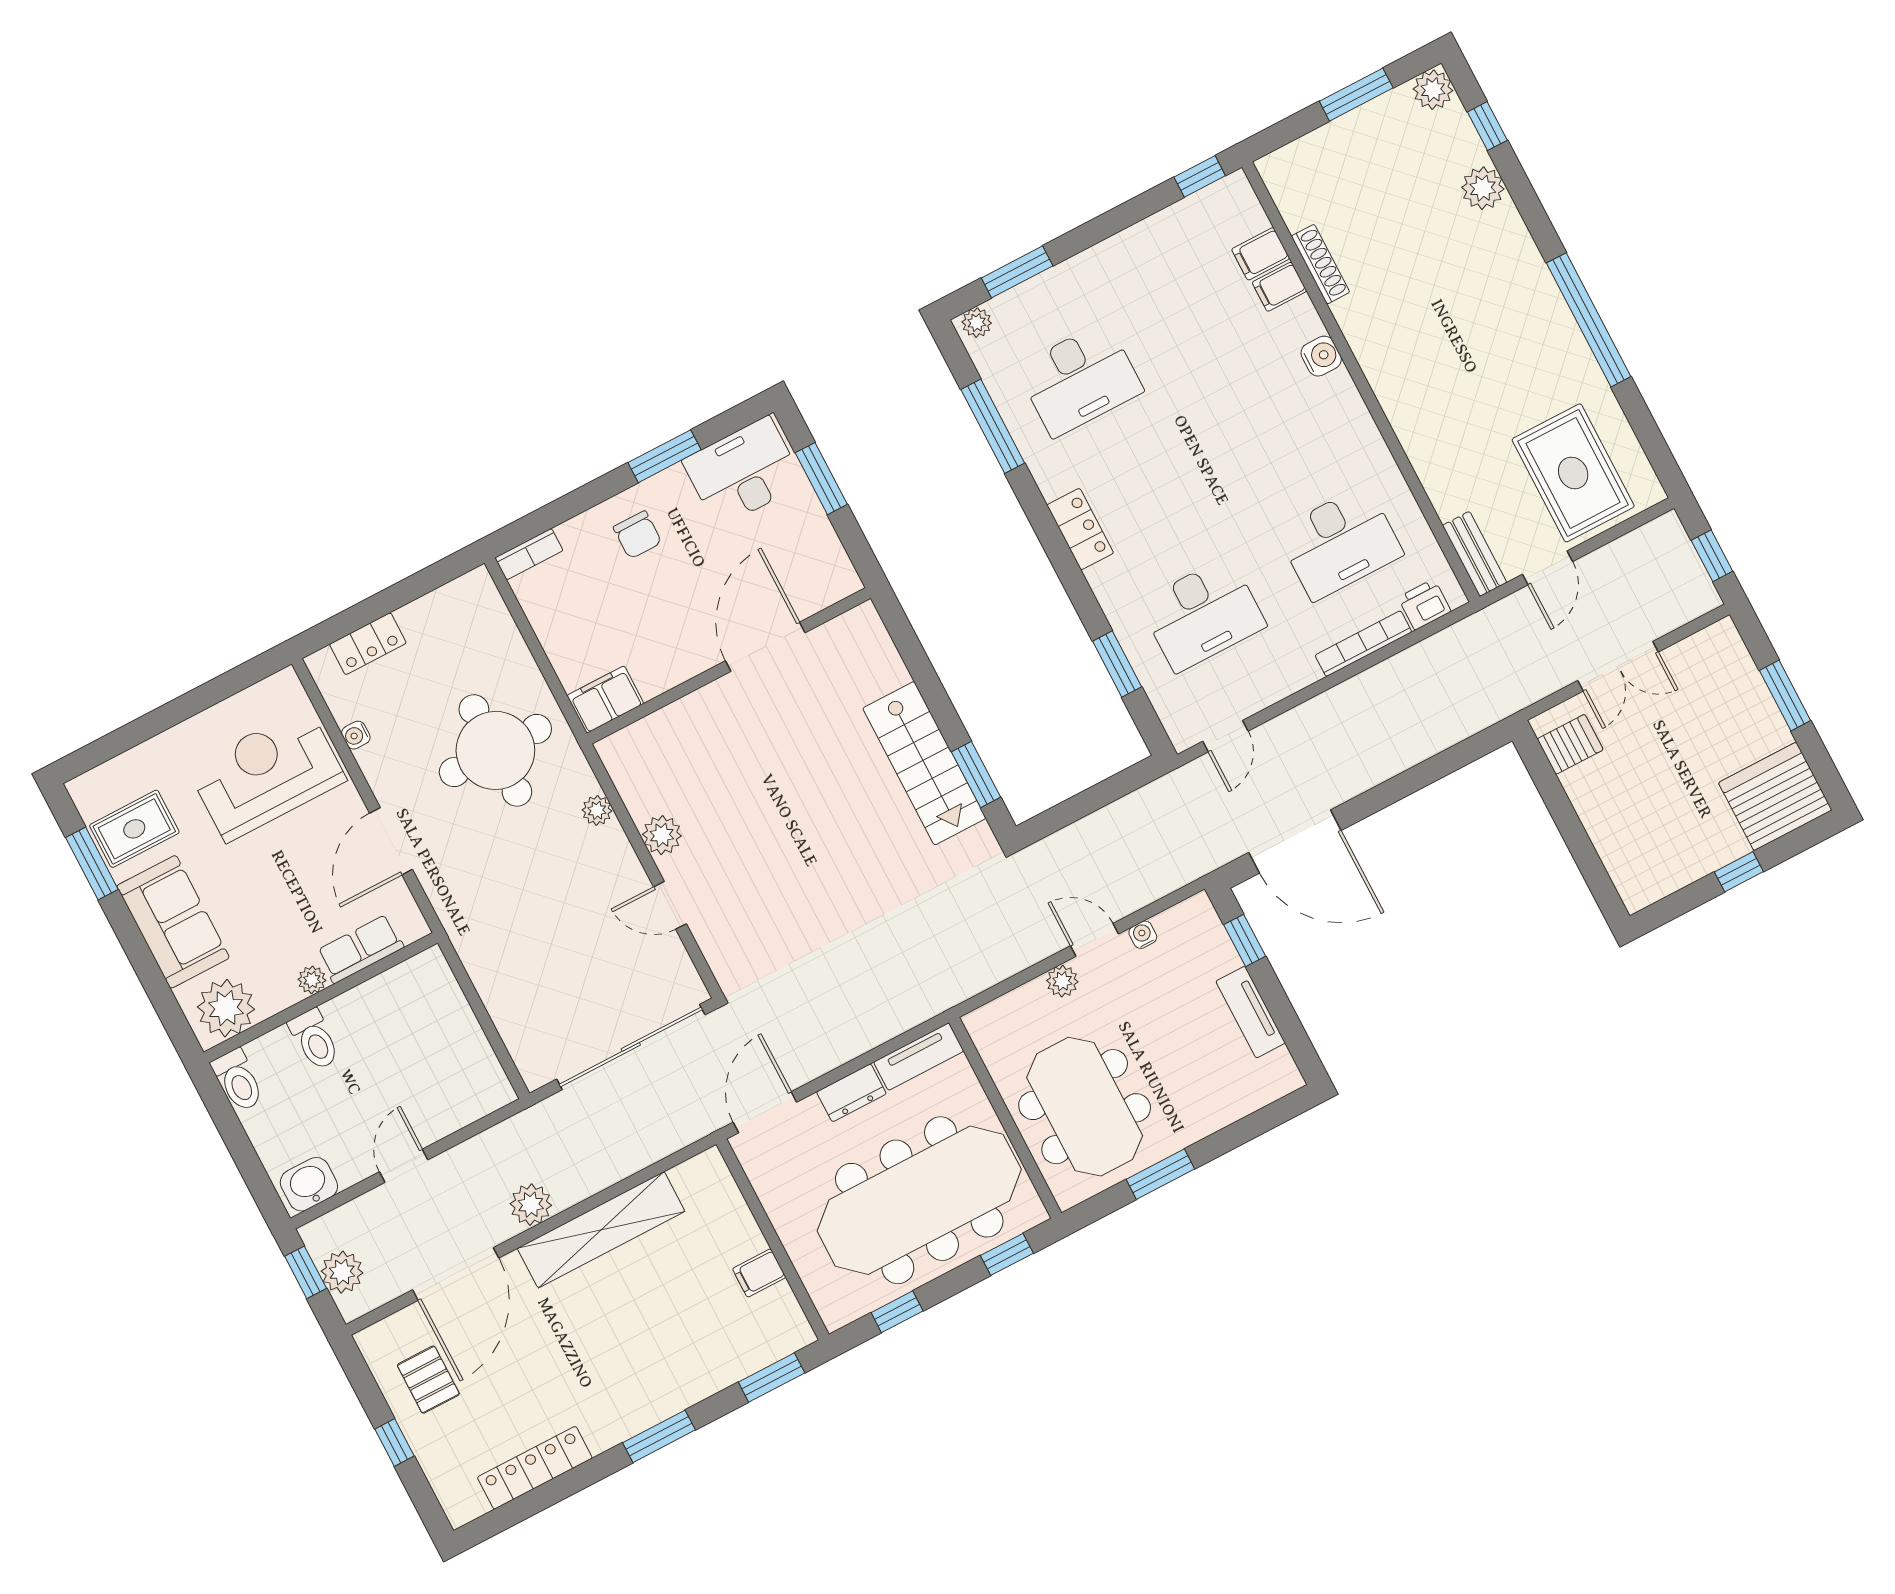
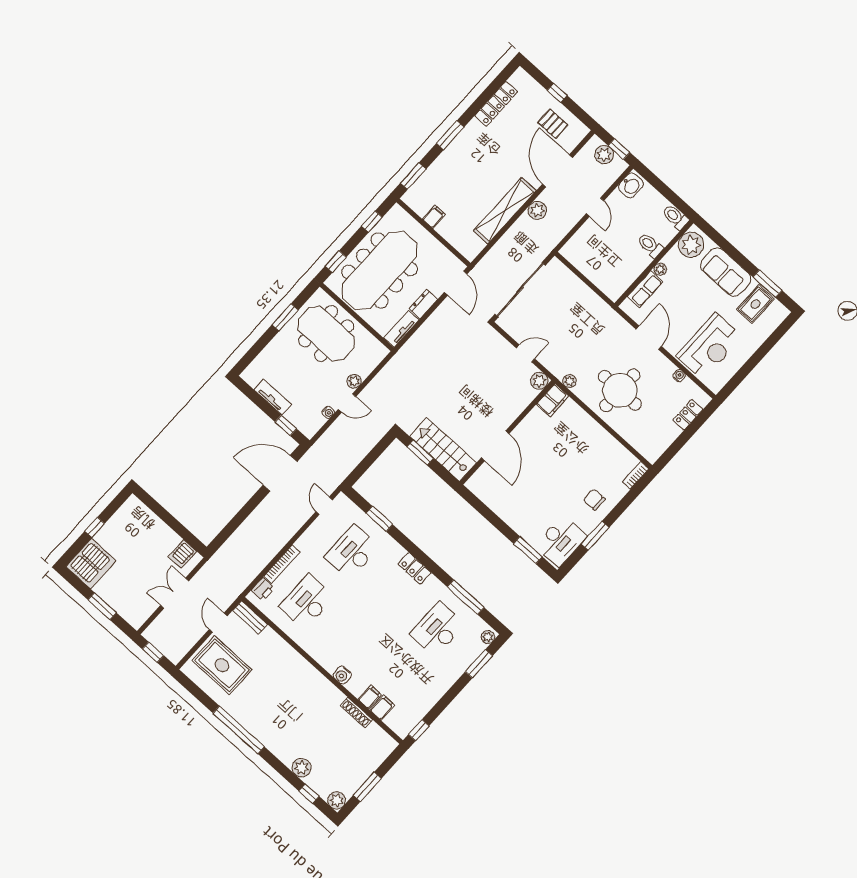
door: (765, 647) -> (495, 446), moved
wall: (729, 666) -> (507, 433), moved
filing cabinet: (605, 700) -> (552, 400), moved

